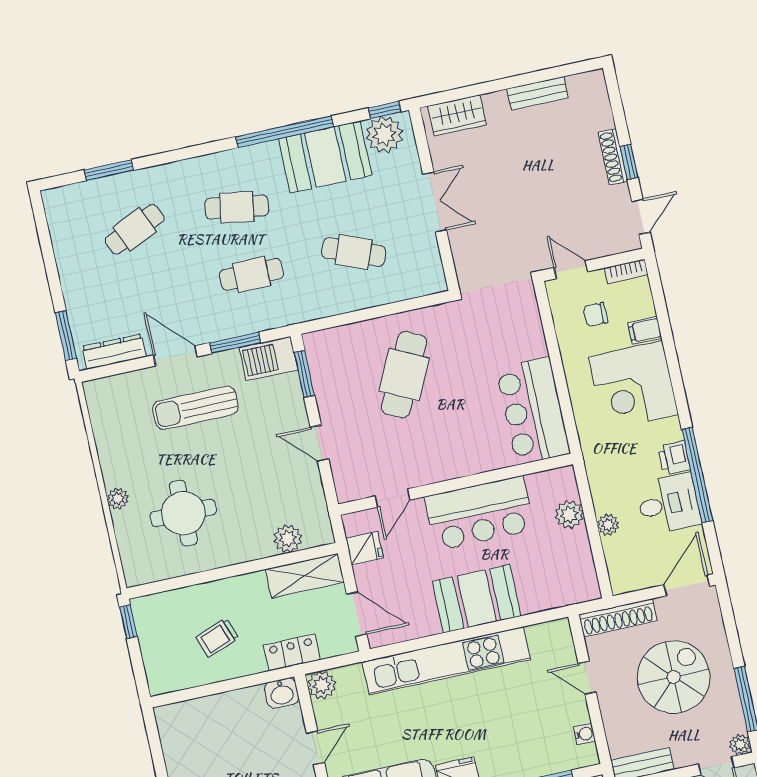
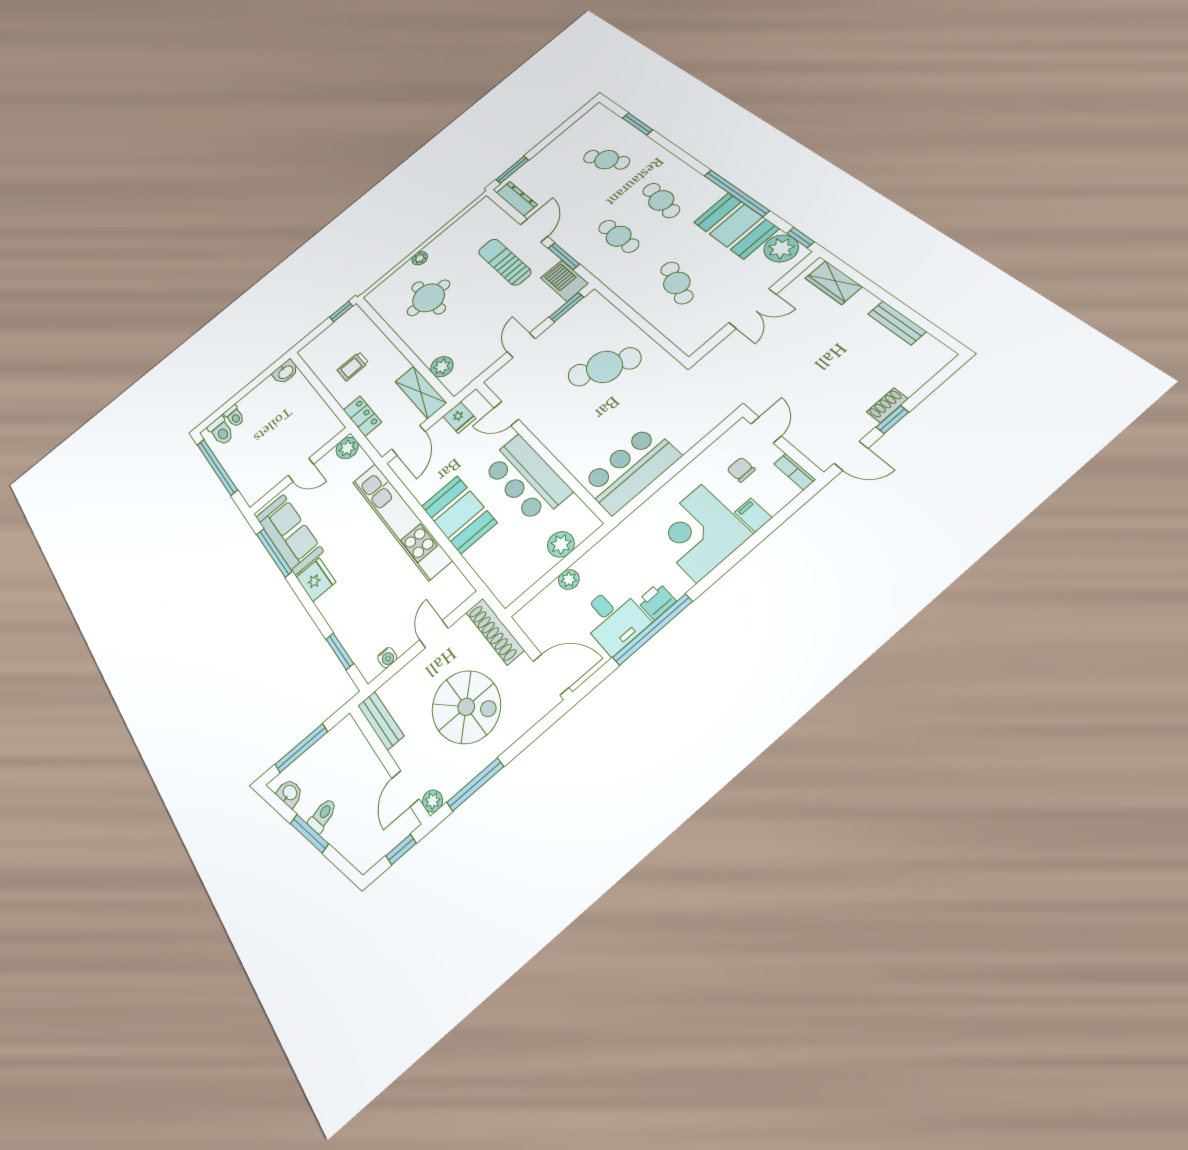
shoe rack: (613, 157) -> (887, 405), width x0.70
trolley: (217, 638) -> (353, 366), turned -70
washbasin: (282, 693) -> (285, 372), moved, turned -90

